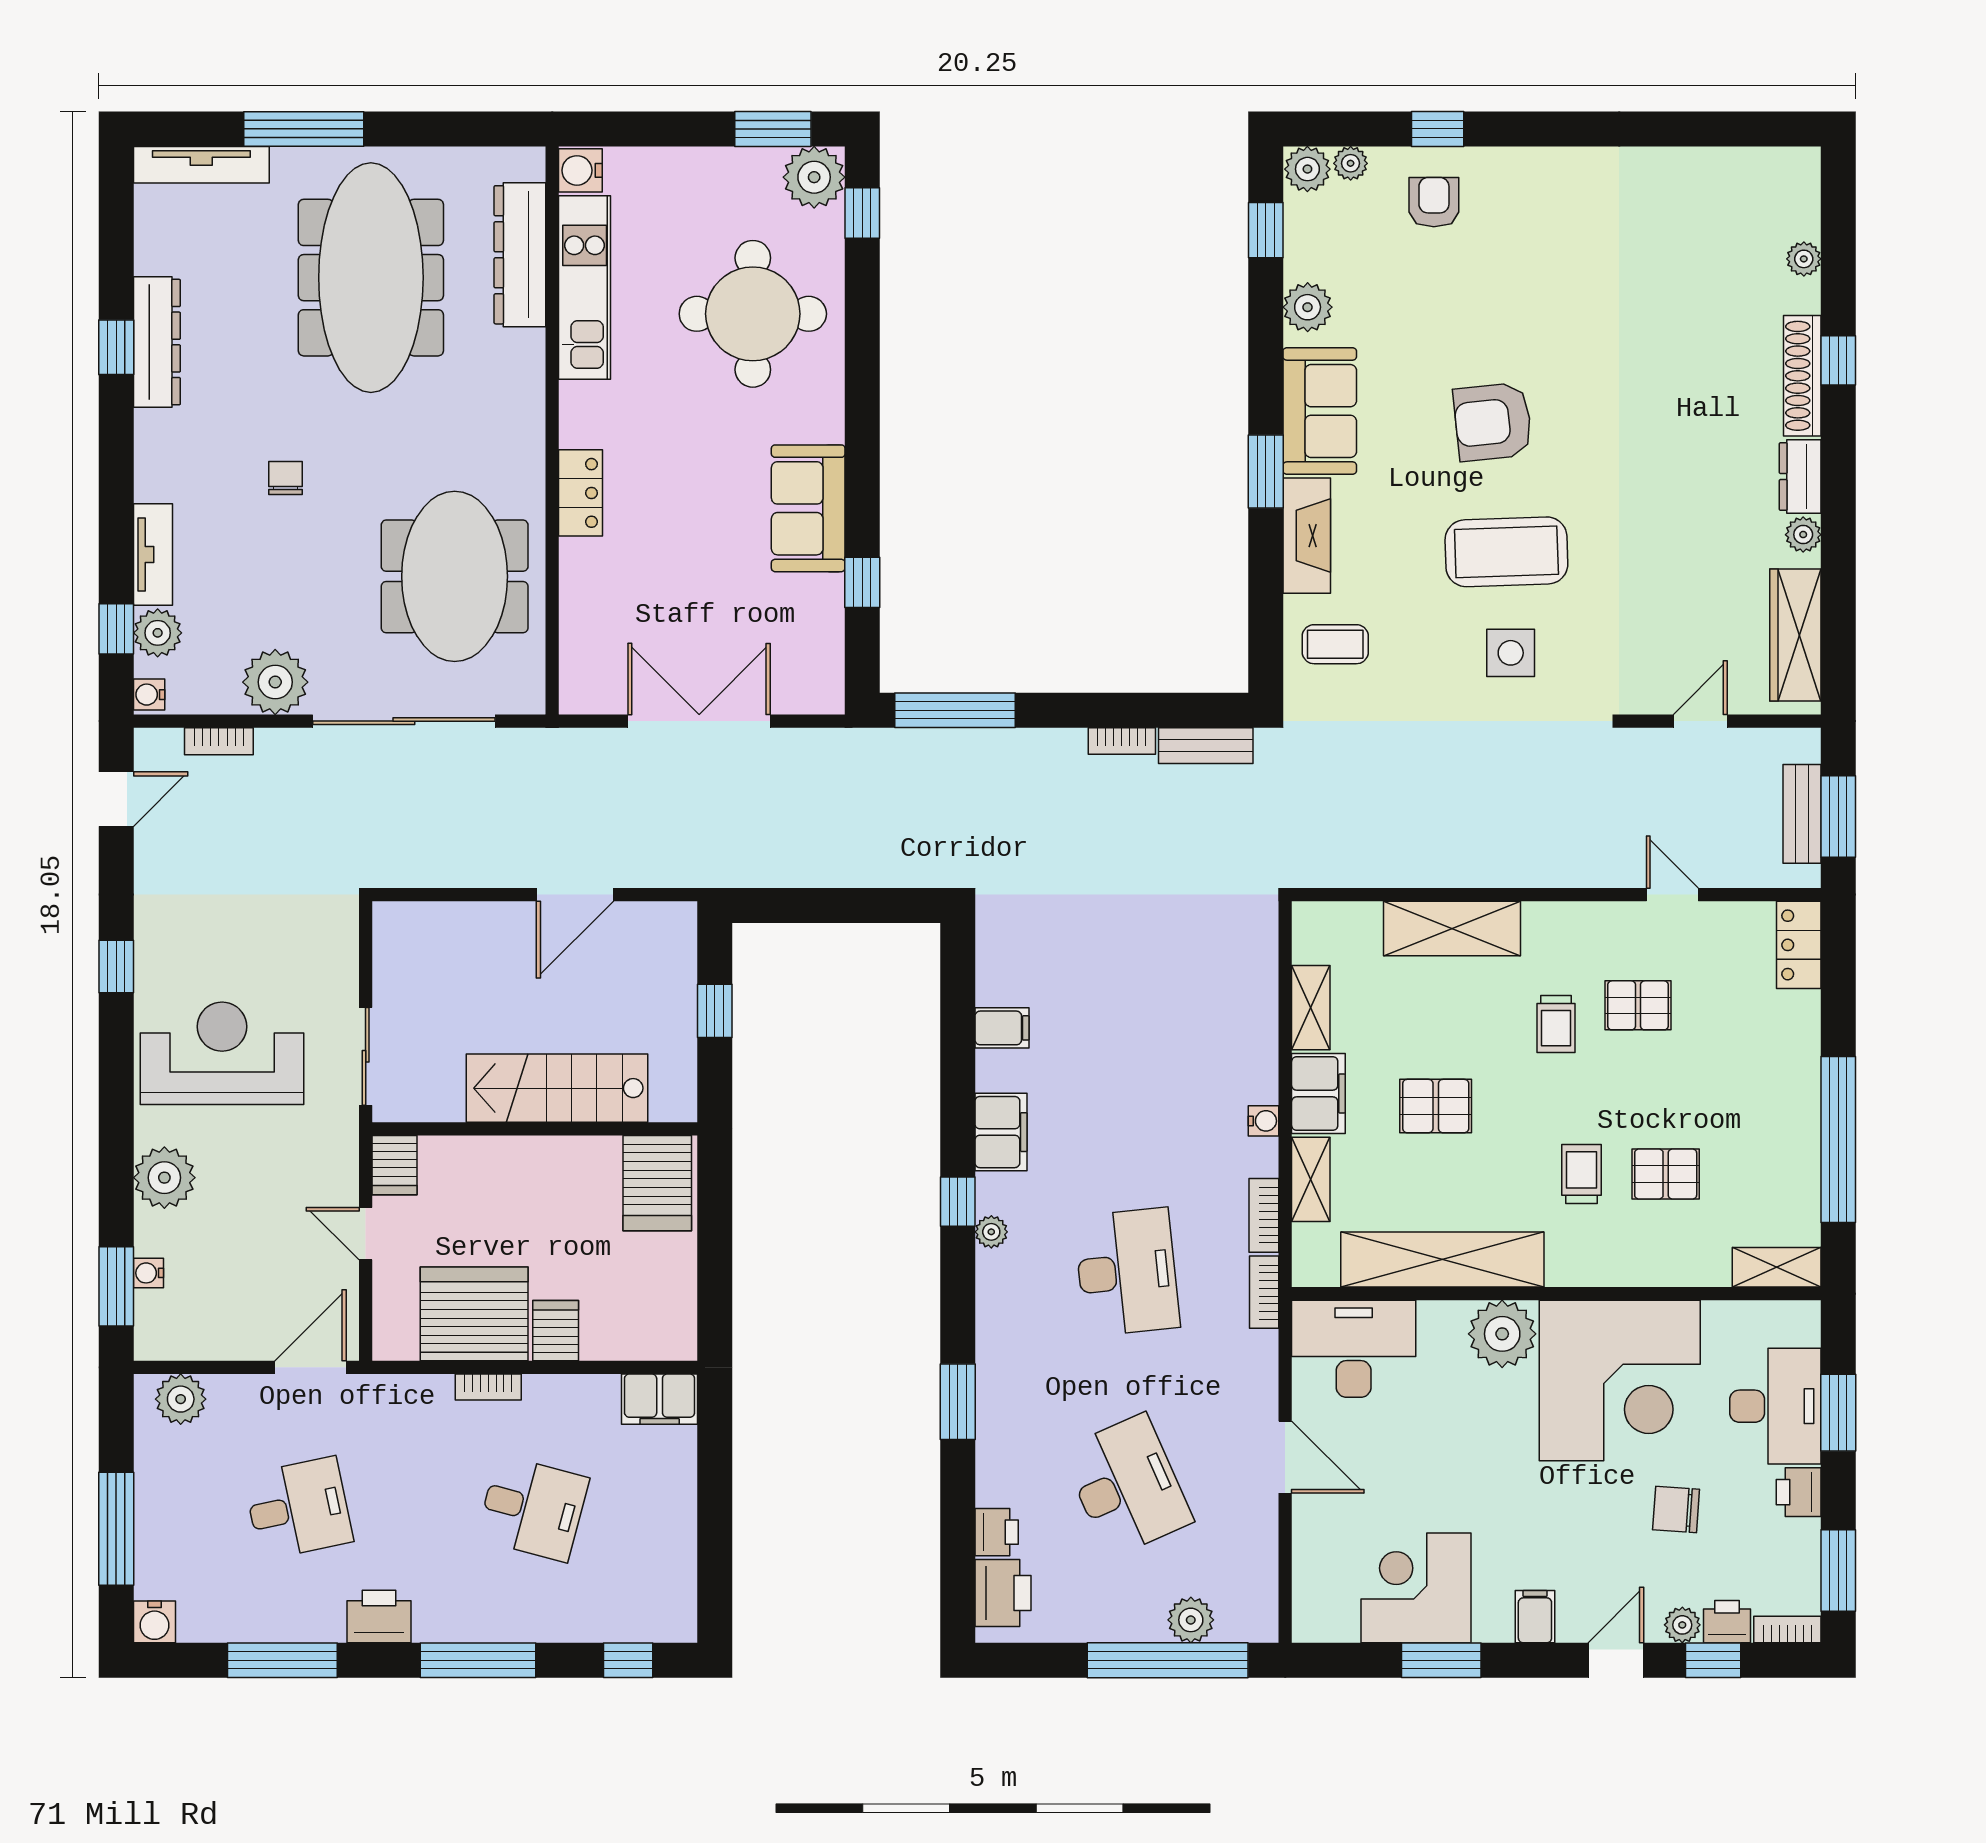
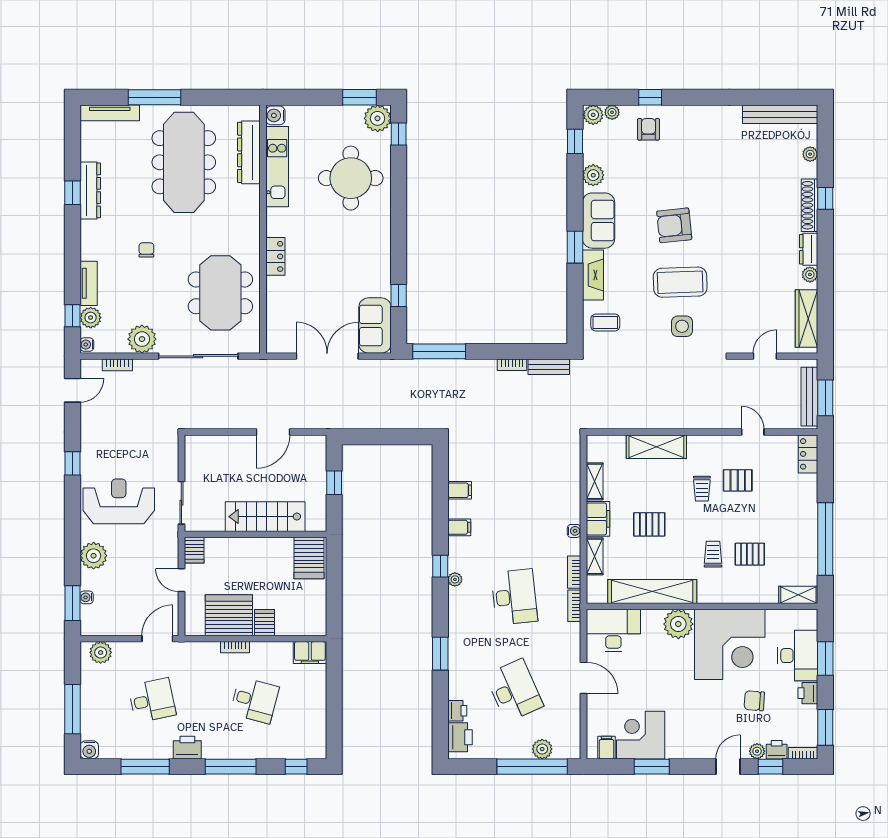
bench: (1735, 168) -> (780, 114), added
sofa: (808, 508) -> (375, 326), moved
bench: (1802, 814) -> (809, 397), width x1.36
filing cabinet: (1001, 1132) -> (459, 527), width x0.50
filing cabinet: (1535, 1617) -> (606, 748), moved

